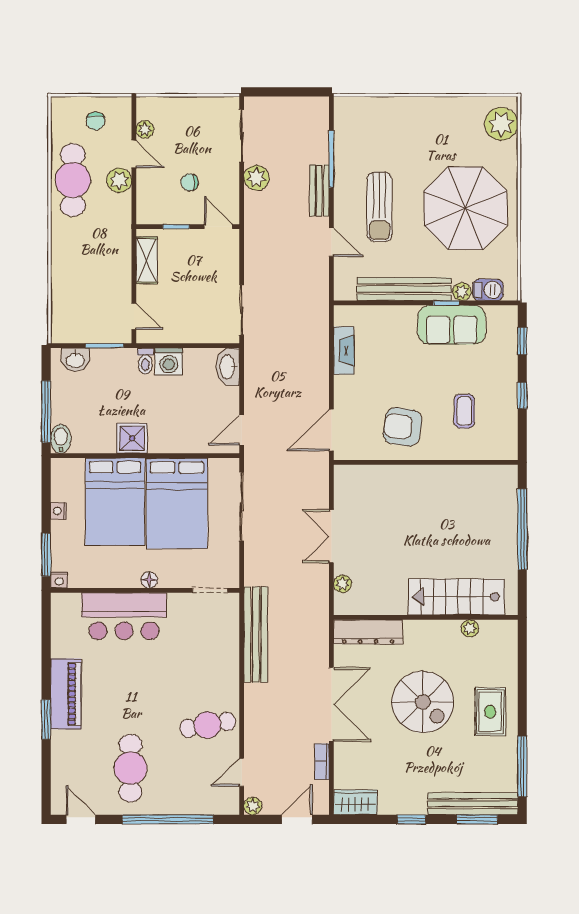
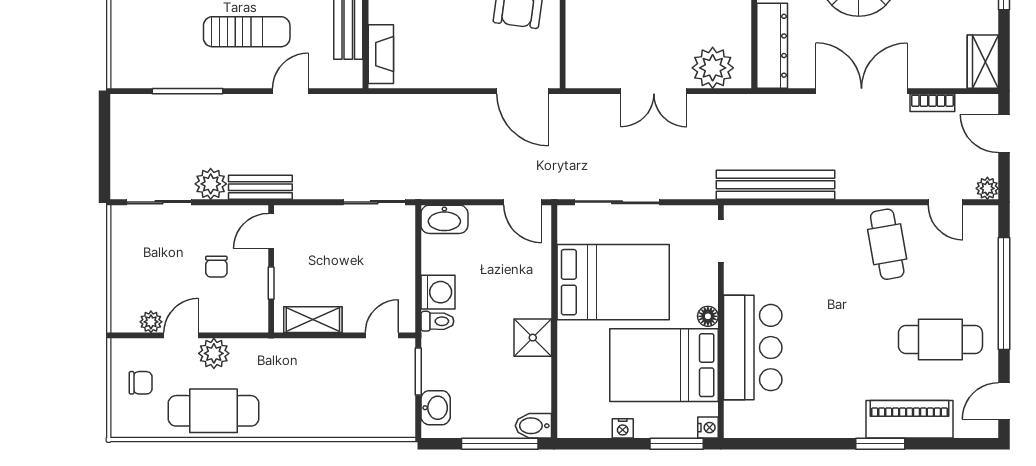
bench: (319, 190) -> (260, 187), moved
fireplace: (344, 351) -> (381, 54), moved, turned 90
bed: (115, 502) -> (664, 365), moved, turned 180
plant: (343, 584) -> (713, 68), width x1.88, depth x1.88
piano: (66, 694) -> (910, 419), moved

